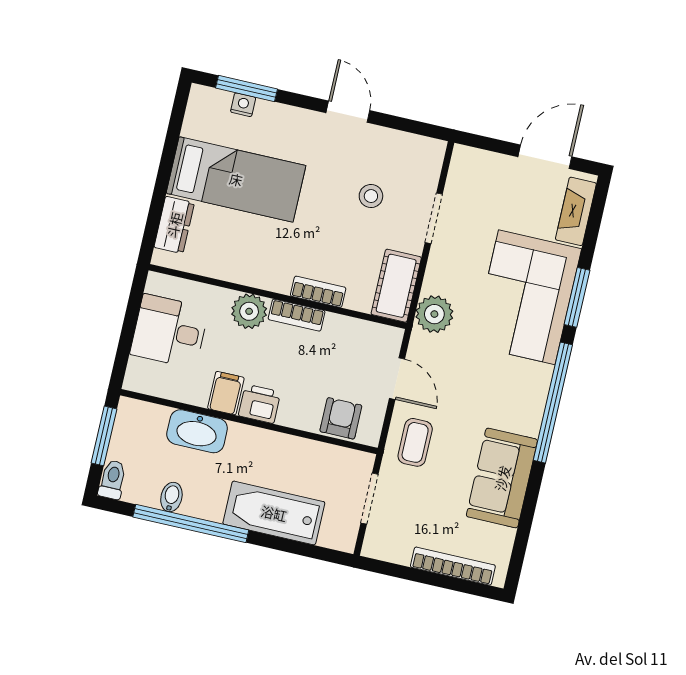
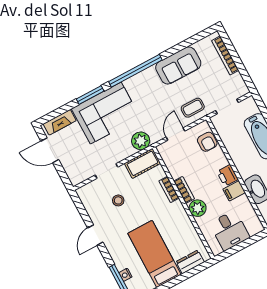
armchair: (341, 418) -> (207, 142), turned -90

